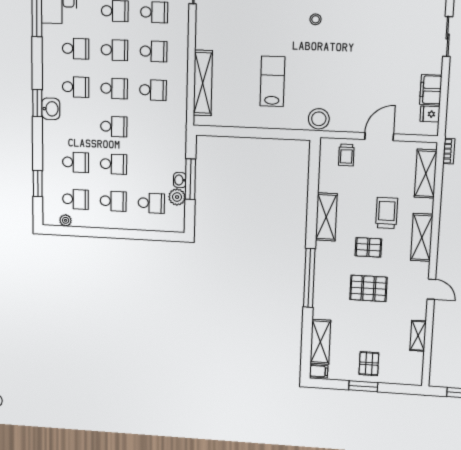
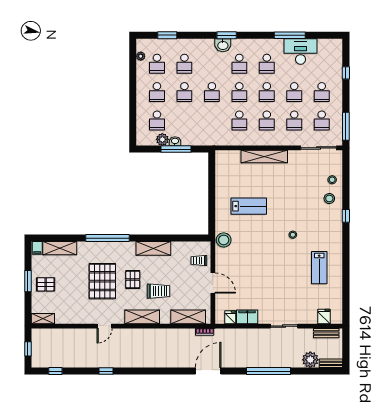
shelving: (203, 83) -> (264, 156), moved
pallet: (368, 288) -> (102, 281), width x1.37, depth x1.41
shelving: (418, 336) -> (43, 319), moved

